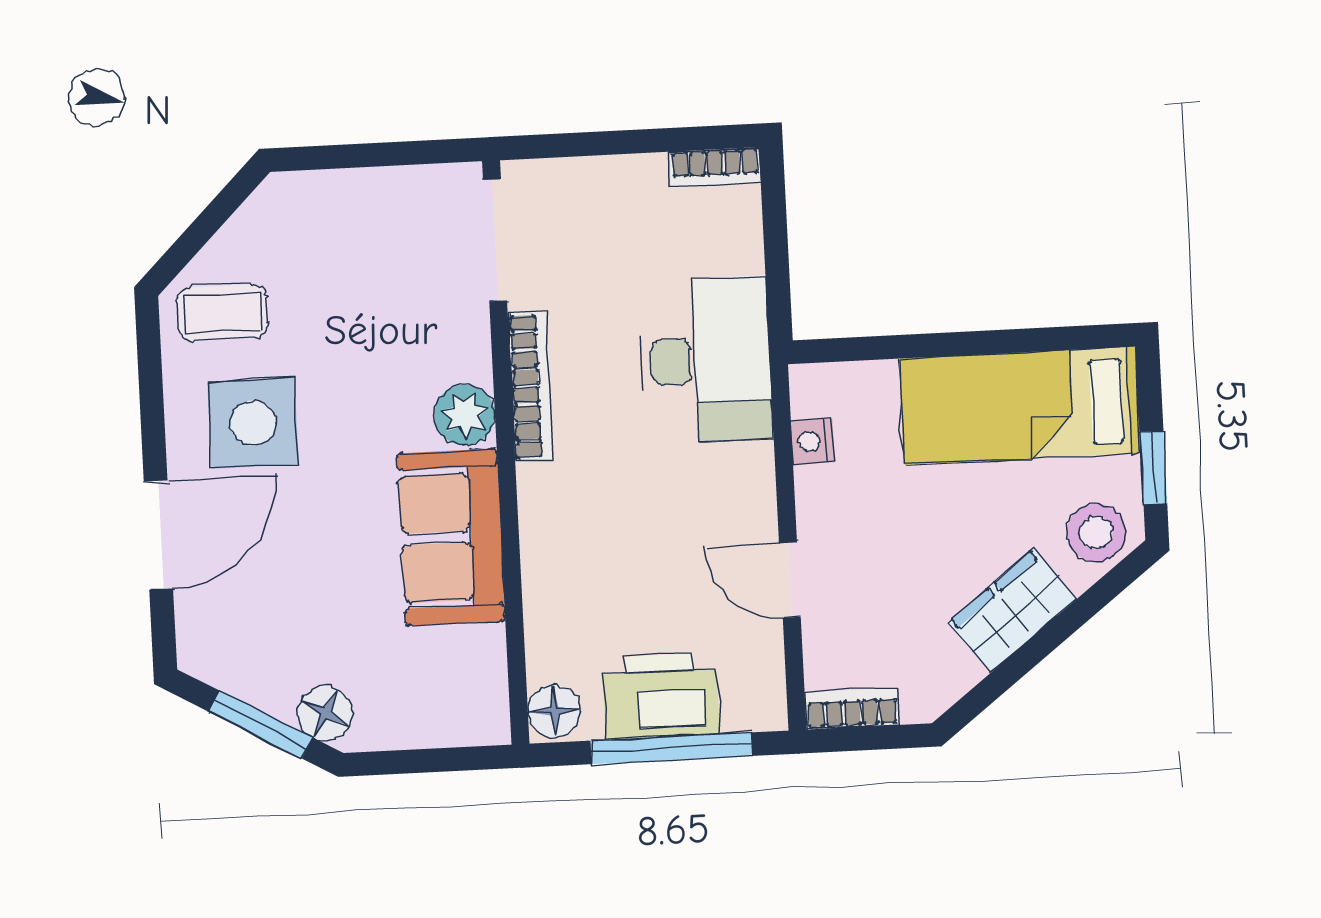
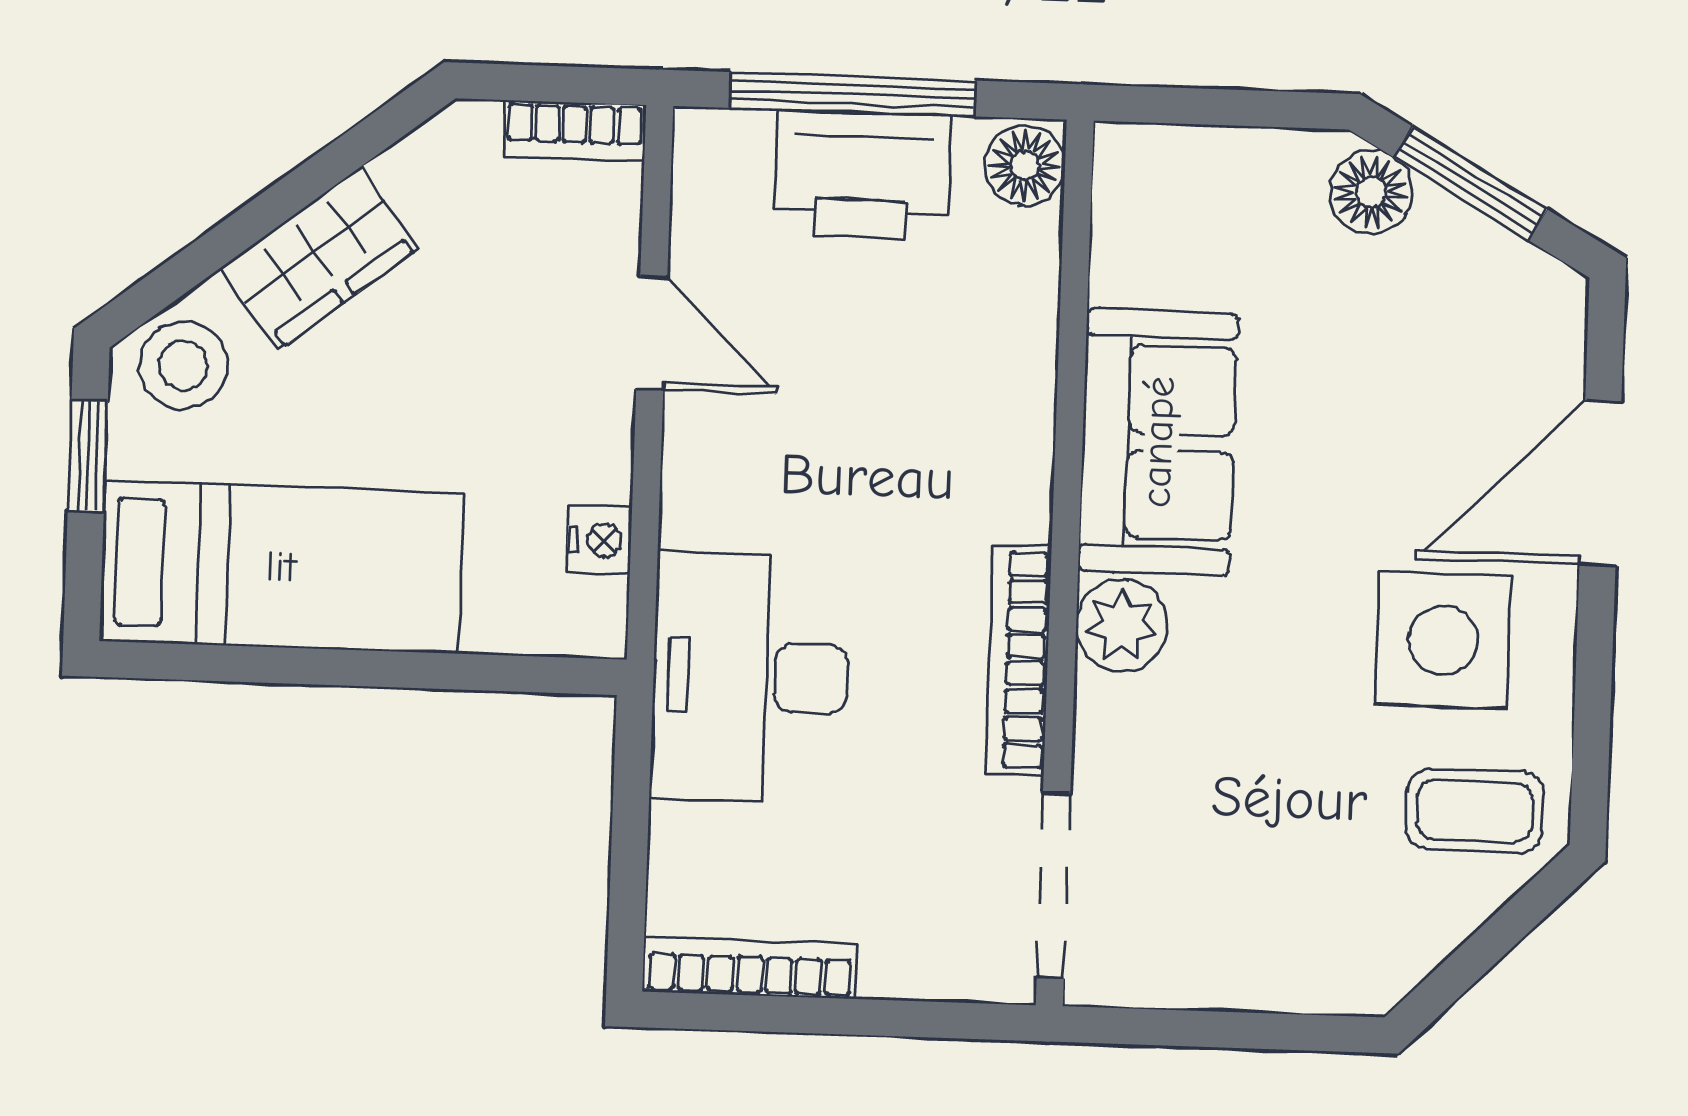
bookcase: (715, 167) -> (750, 968), width x1.56

